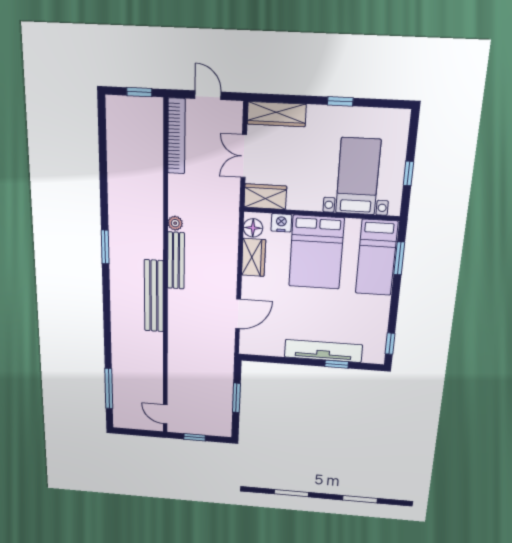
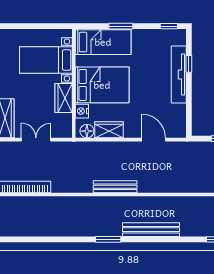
double door: (244, 156) -> (36, 140), swing flipped
window: (408, 173) -> (42, 26), removed
wardrobe: (265, 197) -> (64, 98), moved
plant: (175, 223) -> (87, 187), removed
window: (399, 258) -> (121, 26), moved
bench: (154, 296) -> (151, 230), moved

